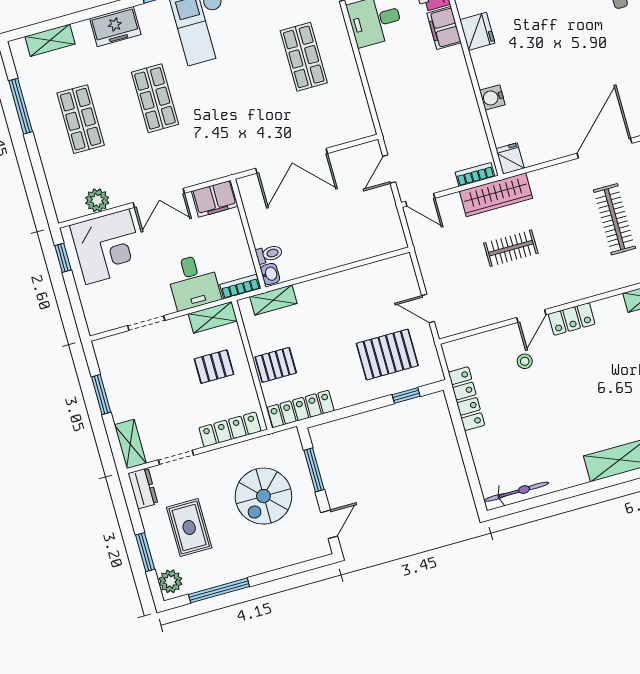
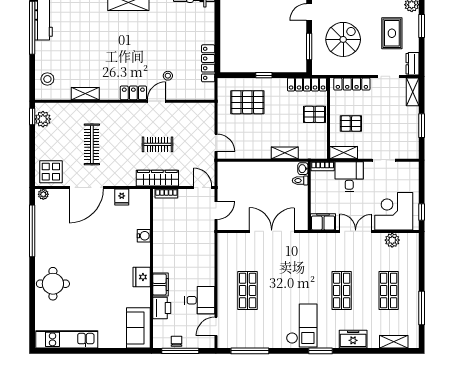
fridge: (510, 159) -> (122, 197), moved
shelving: (273, 300) -> (285, 153), moved
door: (428, 308) -> (216, 143), moved
window: (406, 396) -> (264, 75), moved

